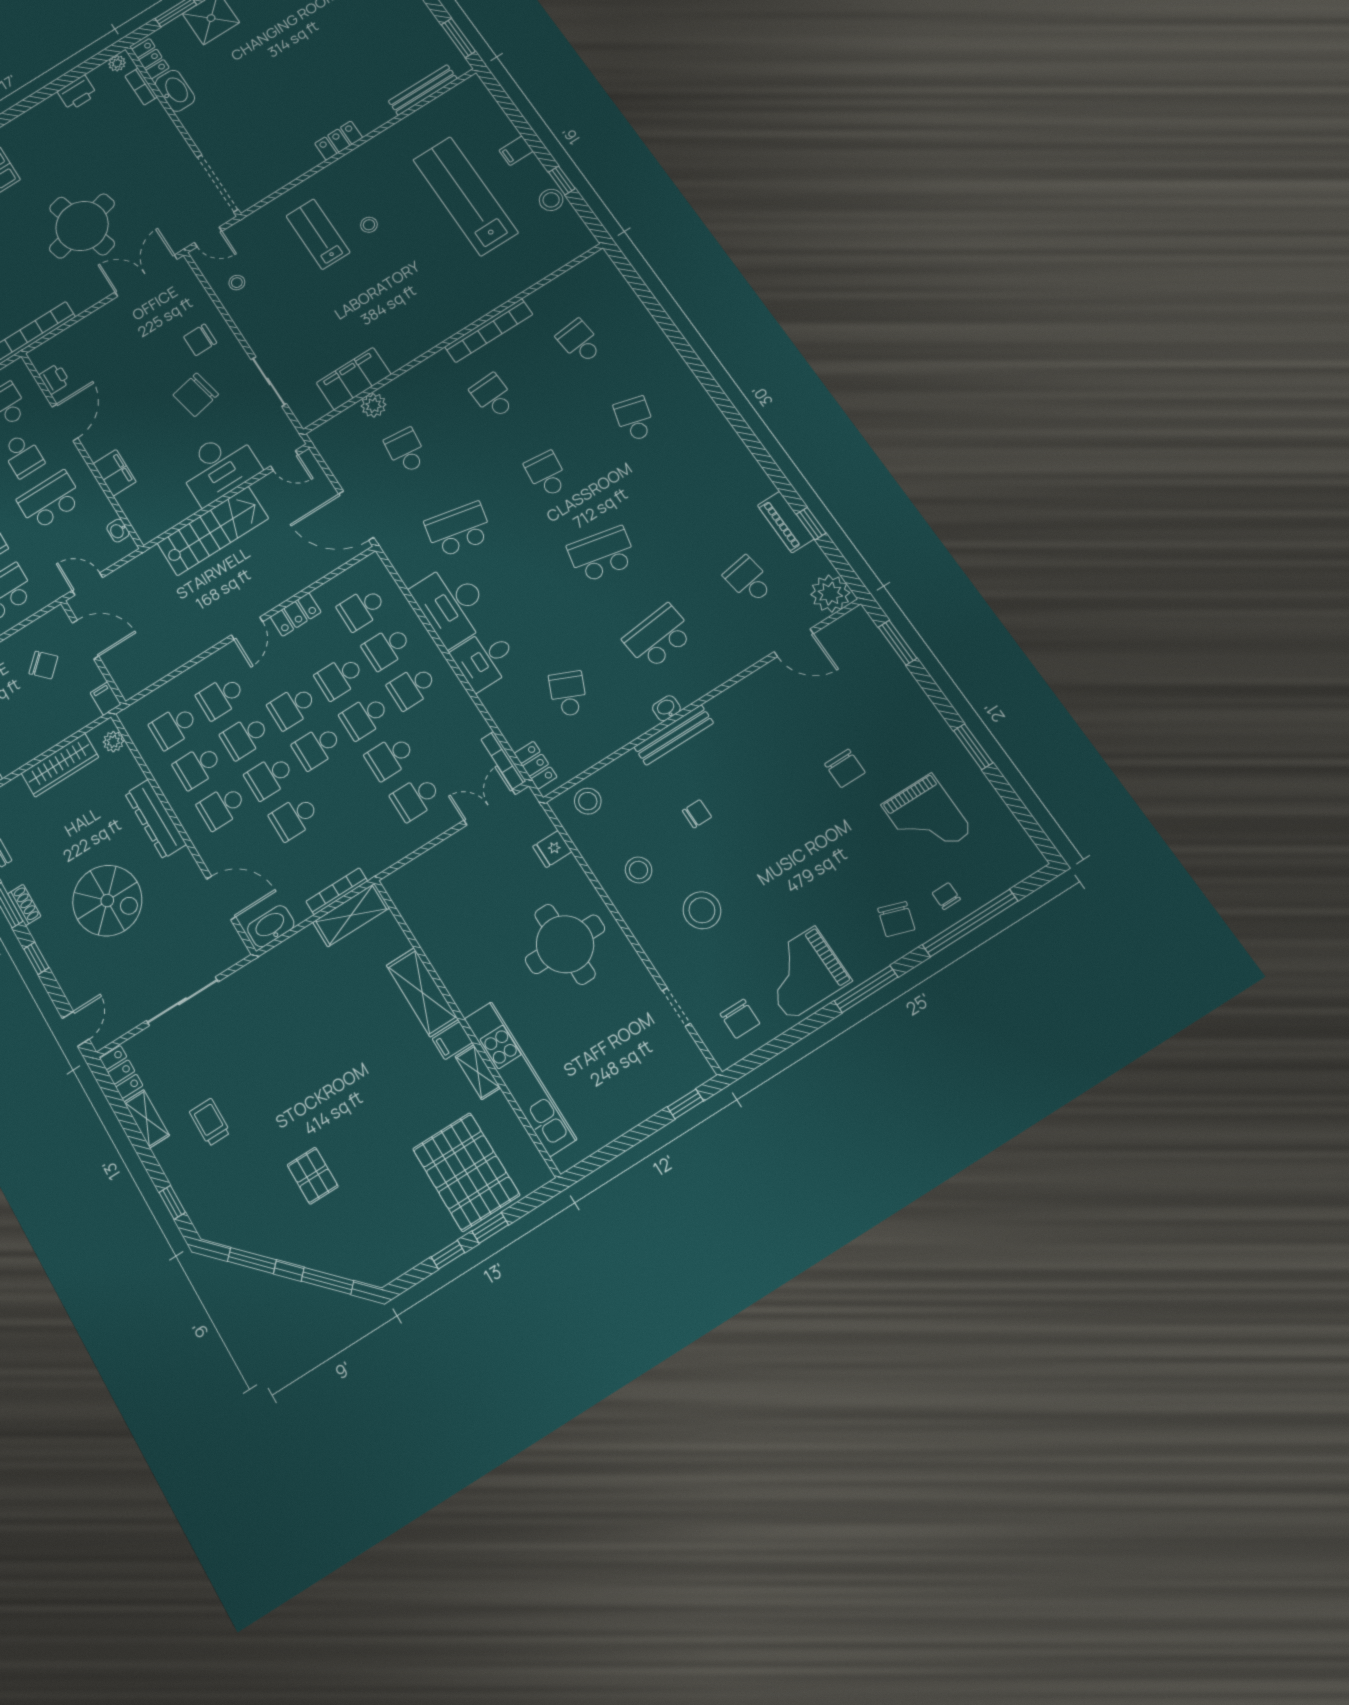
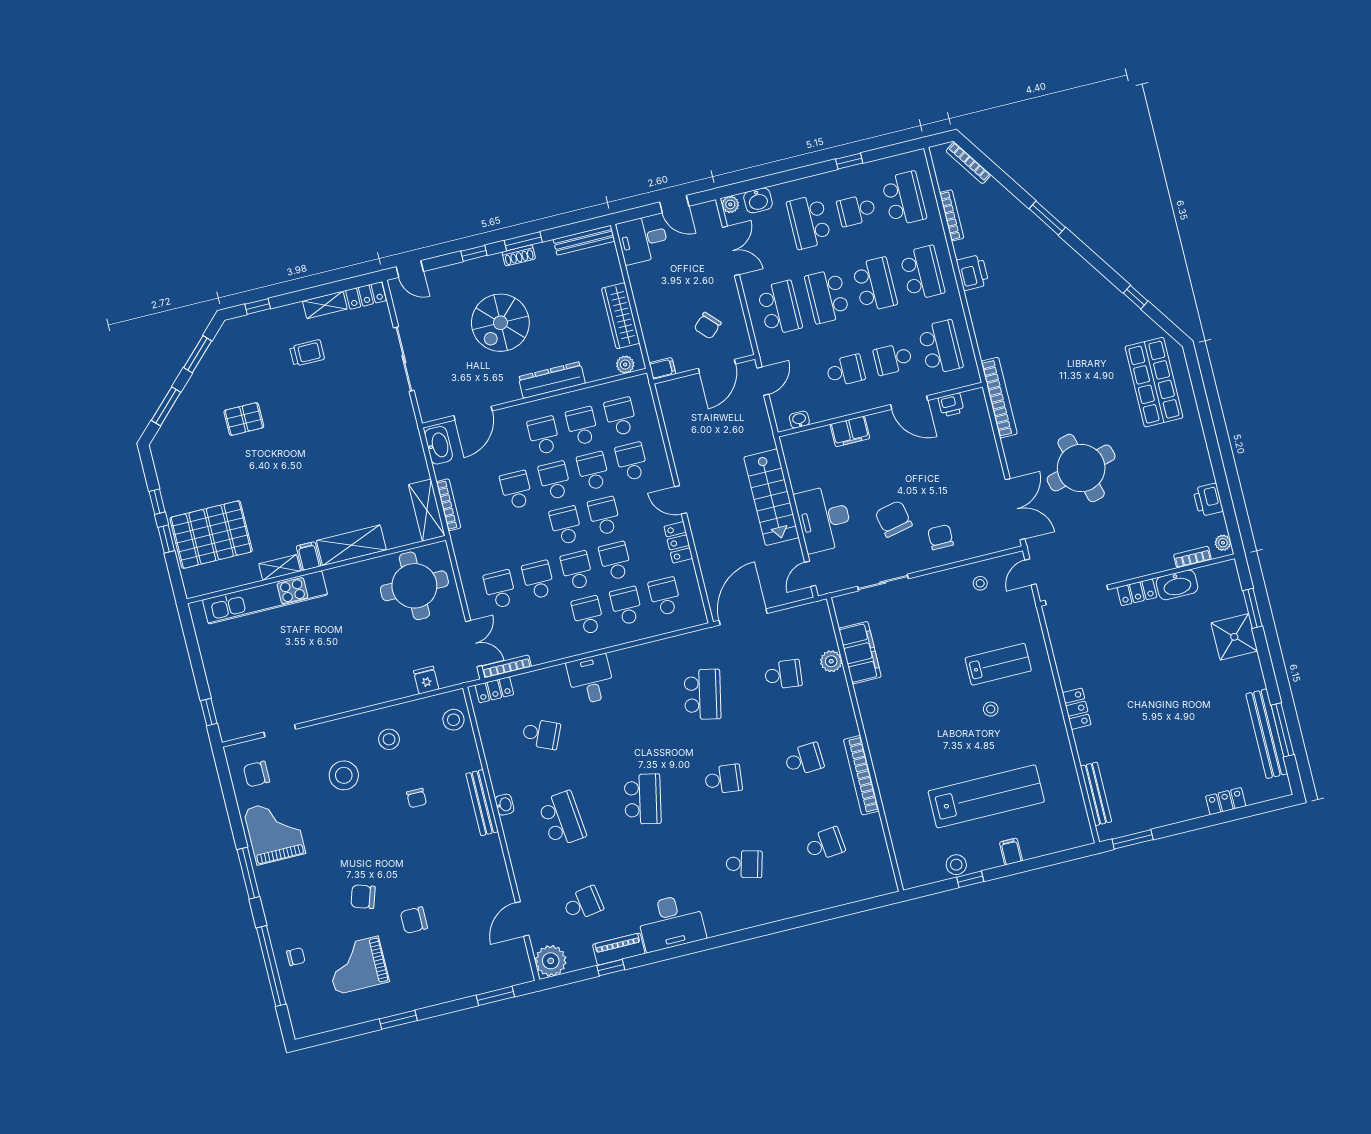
locker: (150, 59) -> (1137, 592), moved
school desk: (50, 500) -> (845, 371), width x0.54
desk: (452, 604) -> (671, 922), moved, turned 180
chair: (896, 919) -> (363, 897), moved
round table: (565, 944) -> (414, 586), moved

